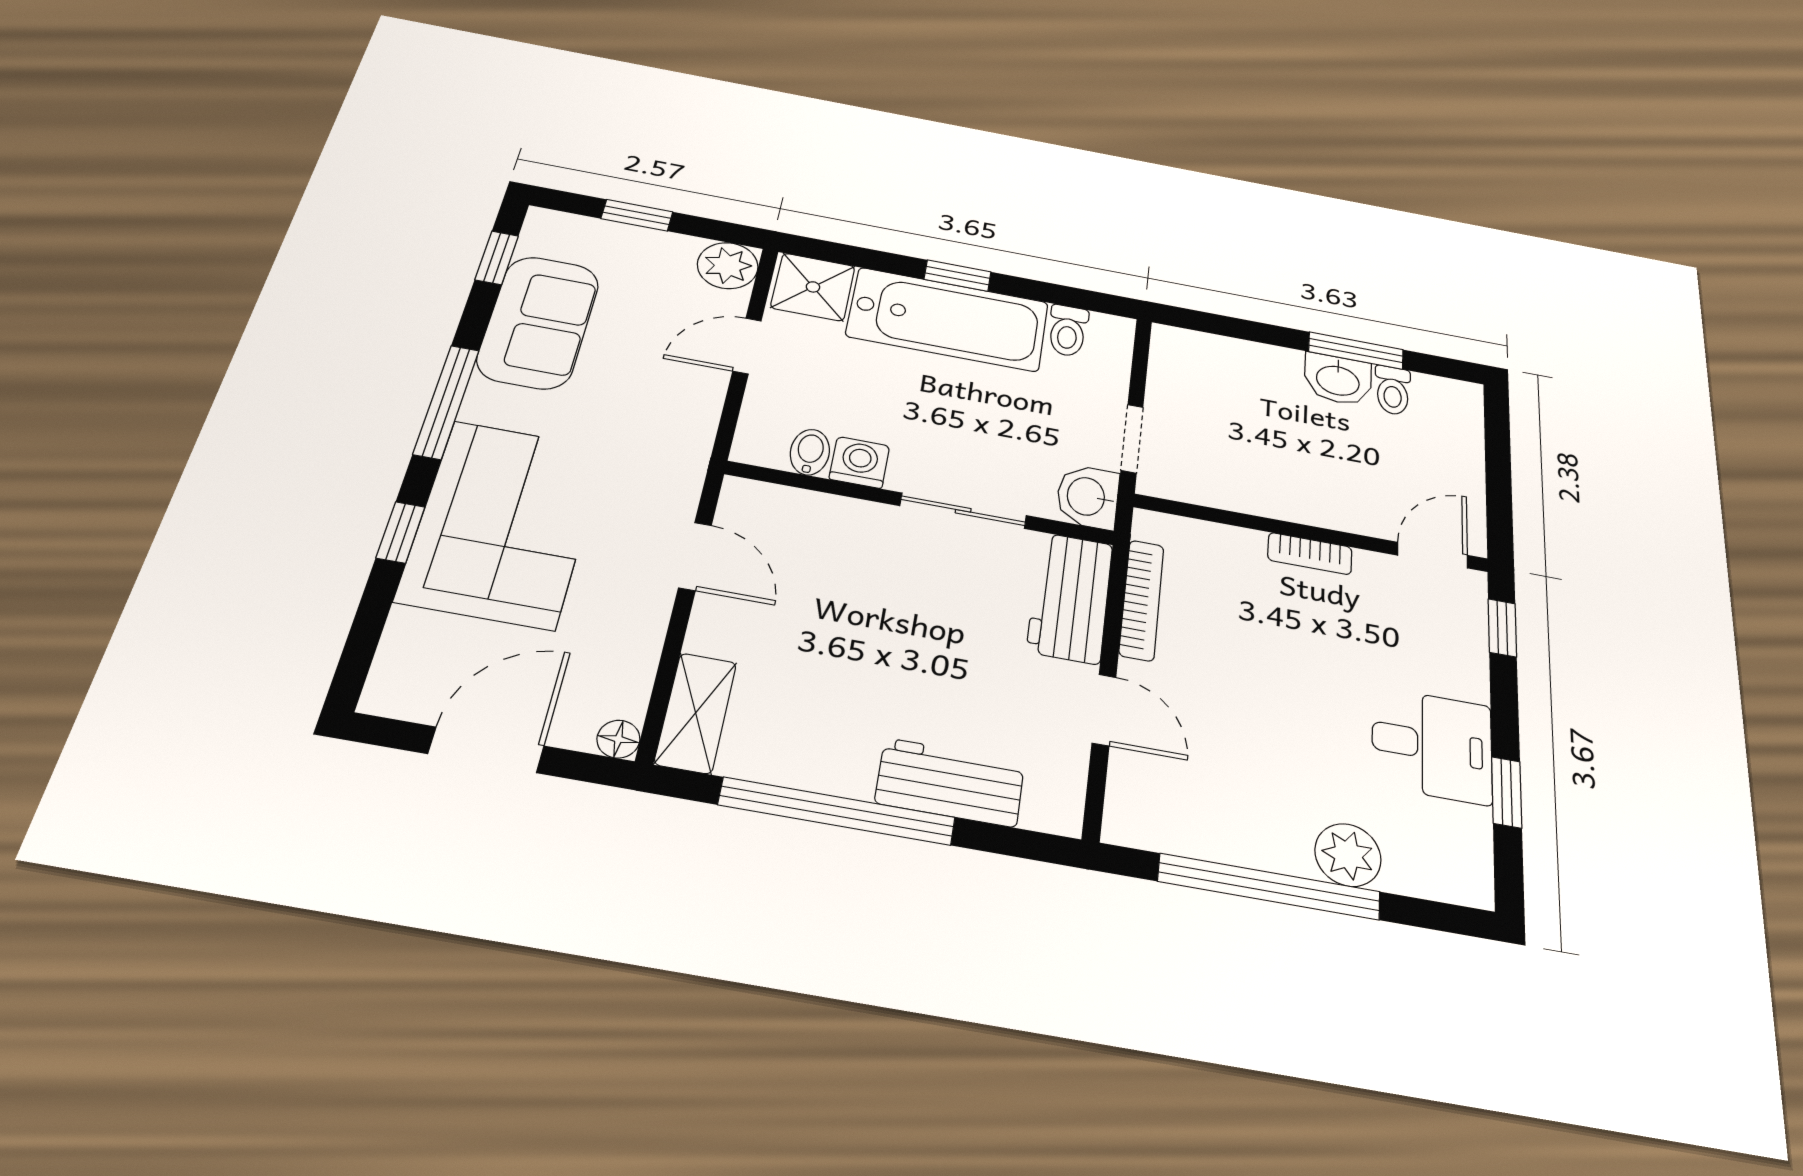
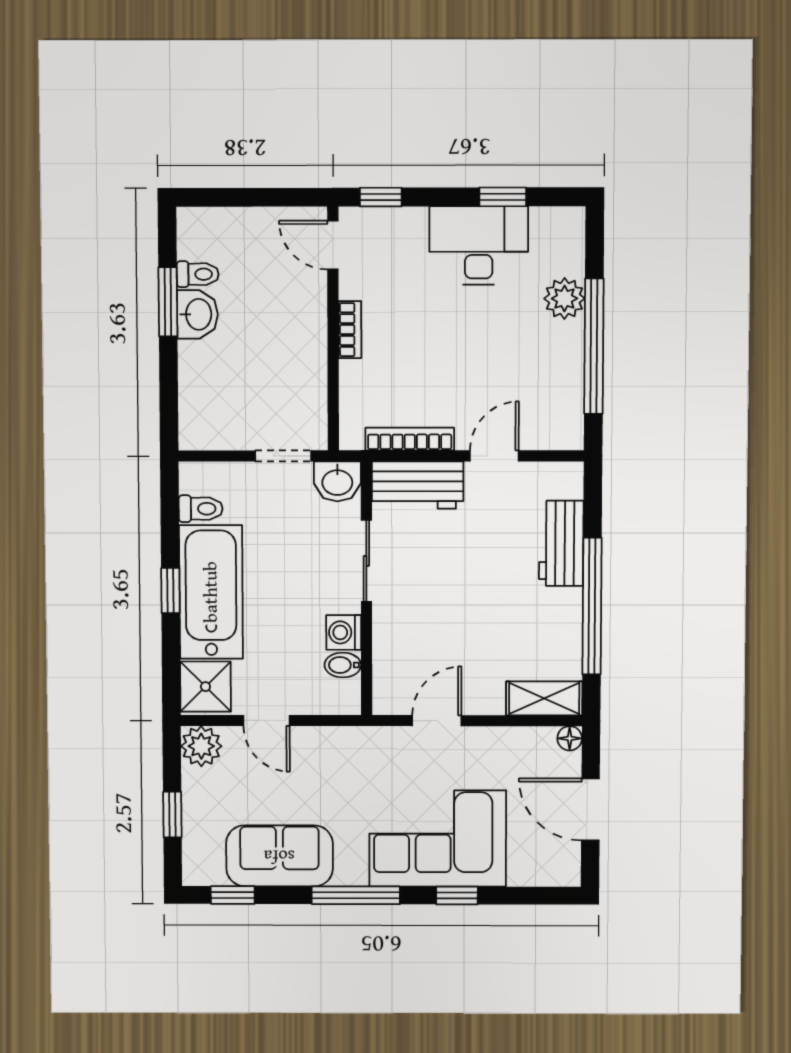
desk: (1432, 745) -> (479, 246), width x1.37

